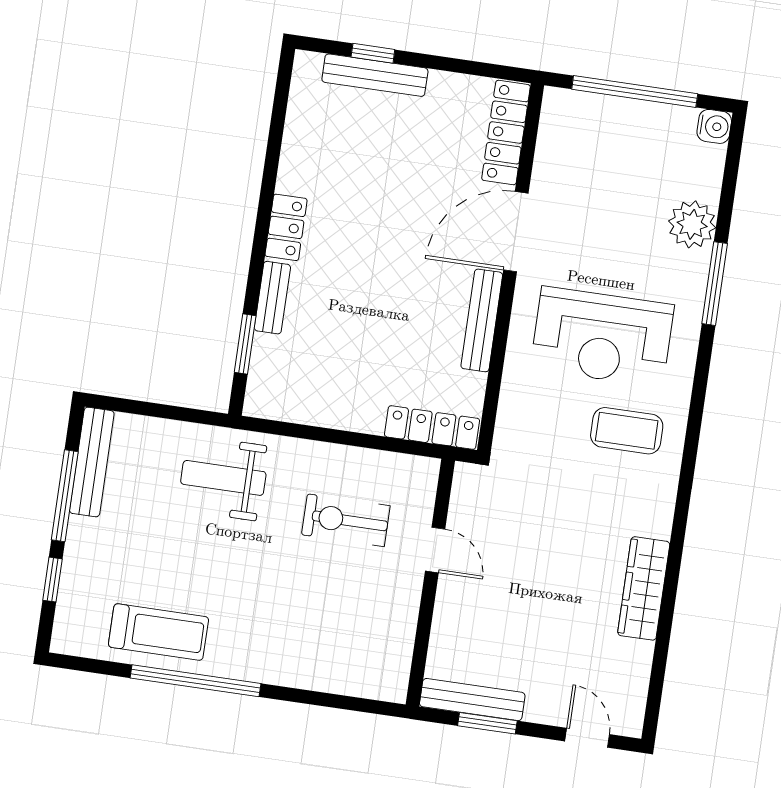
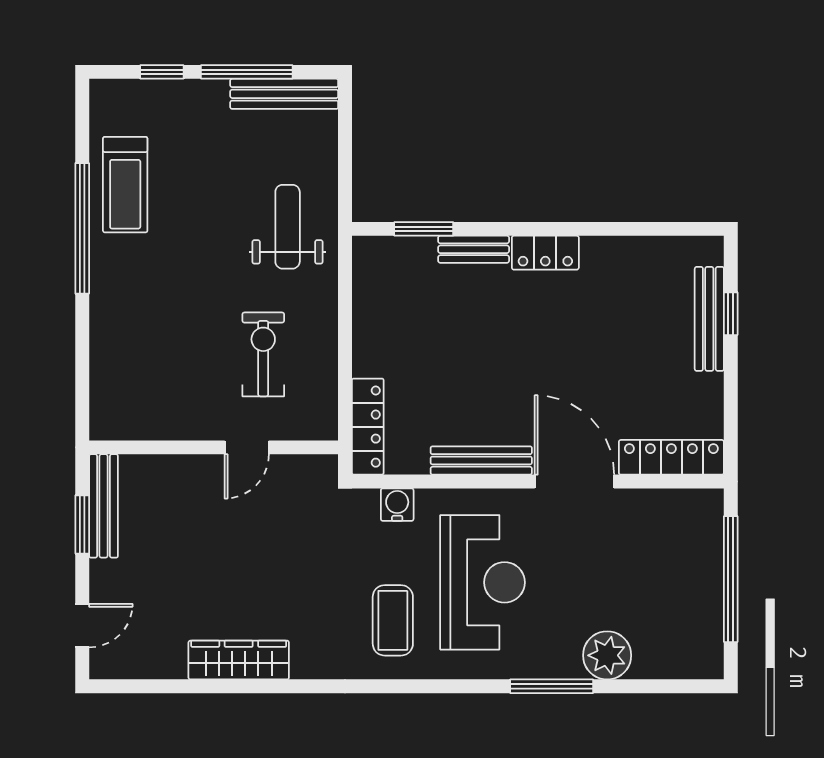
water cooler: (714, 126) -> (397, 505), moved, turned 180
reception desk: (602, 337) -> (482, 582), turned 180

